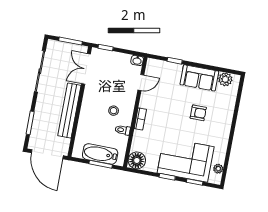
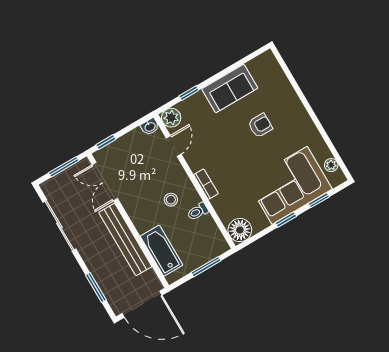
plant: (225, 79) -> (171, 118), moved
bathtub: (100, 154) -> (161, 251), moved, turned 90

